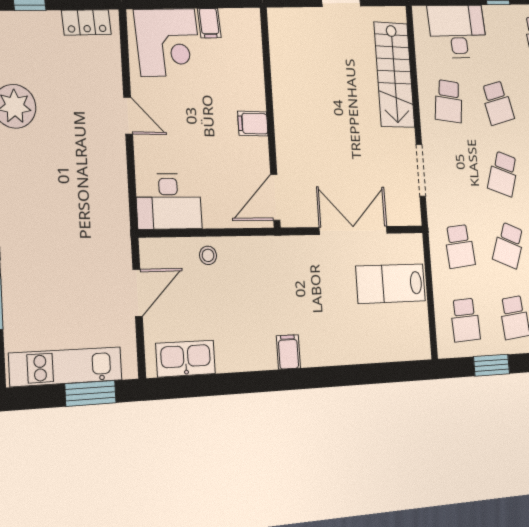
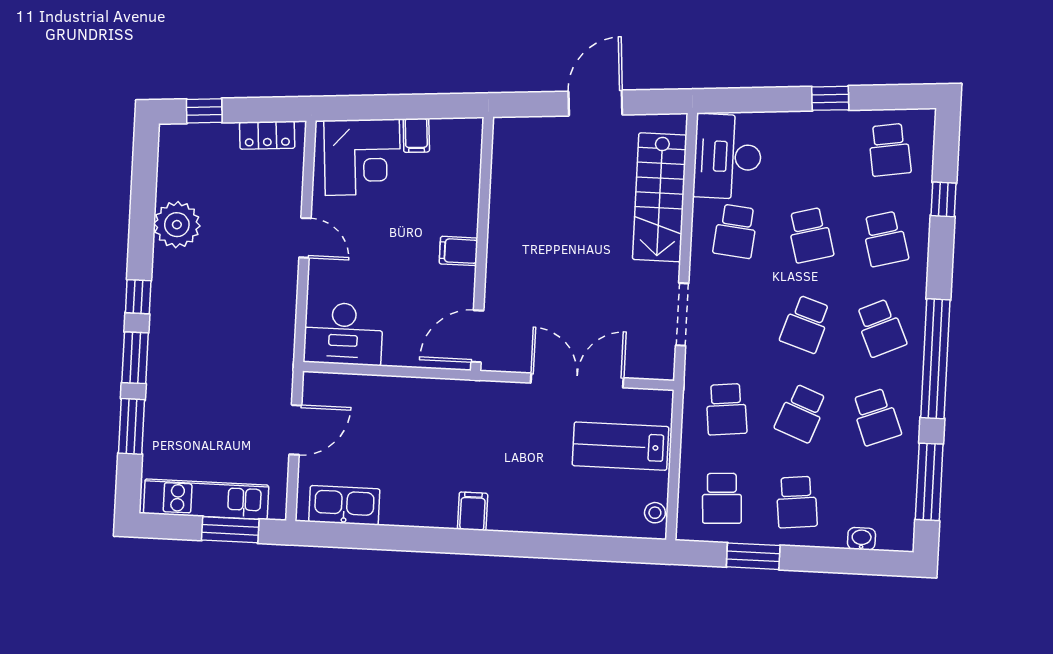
desk: (458, 31) -> (728, 157), moved, turned -86
stool: (208, 255) -> (655, 513), moved

